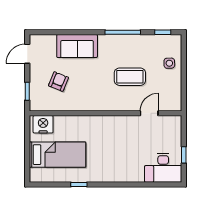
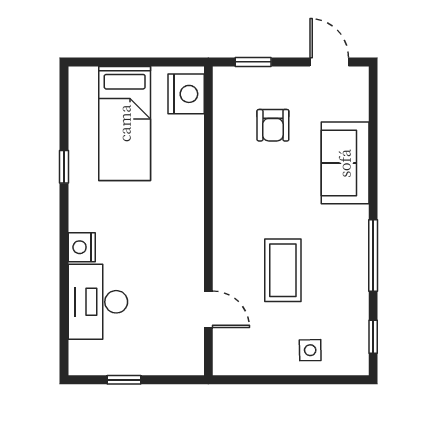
armchair: (58, 82) -> (273, 125), turned 68
desk: (163, 168) -> (98, 302), moved
nightstand: (119, 176) -> (82, 247), added

